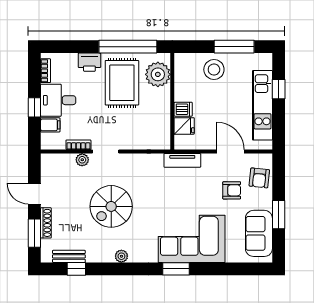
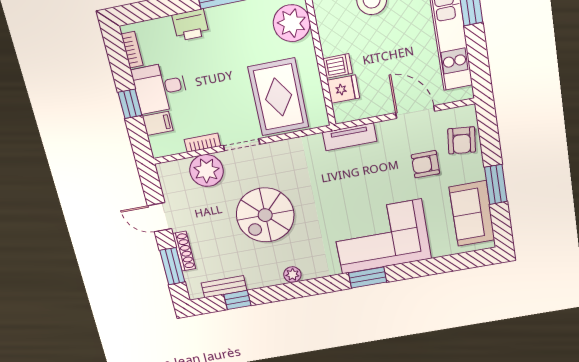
rug: (122, 83) -> (279, 97), moved
plant: (82, 160) -> (207, 171), width x1.87, depth x1.87
armchair: (232, 190) -> (425, 164), turned 180

